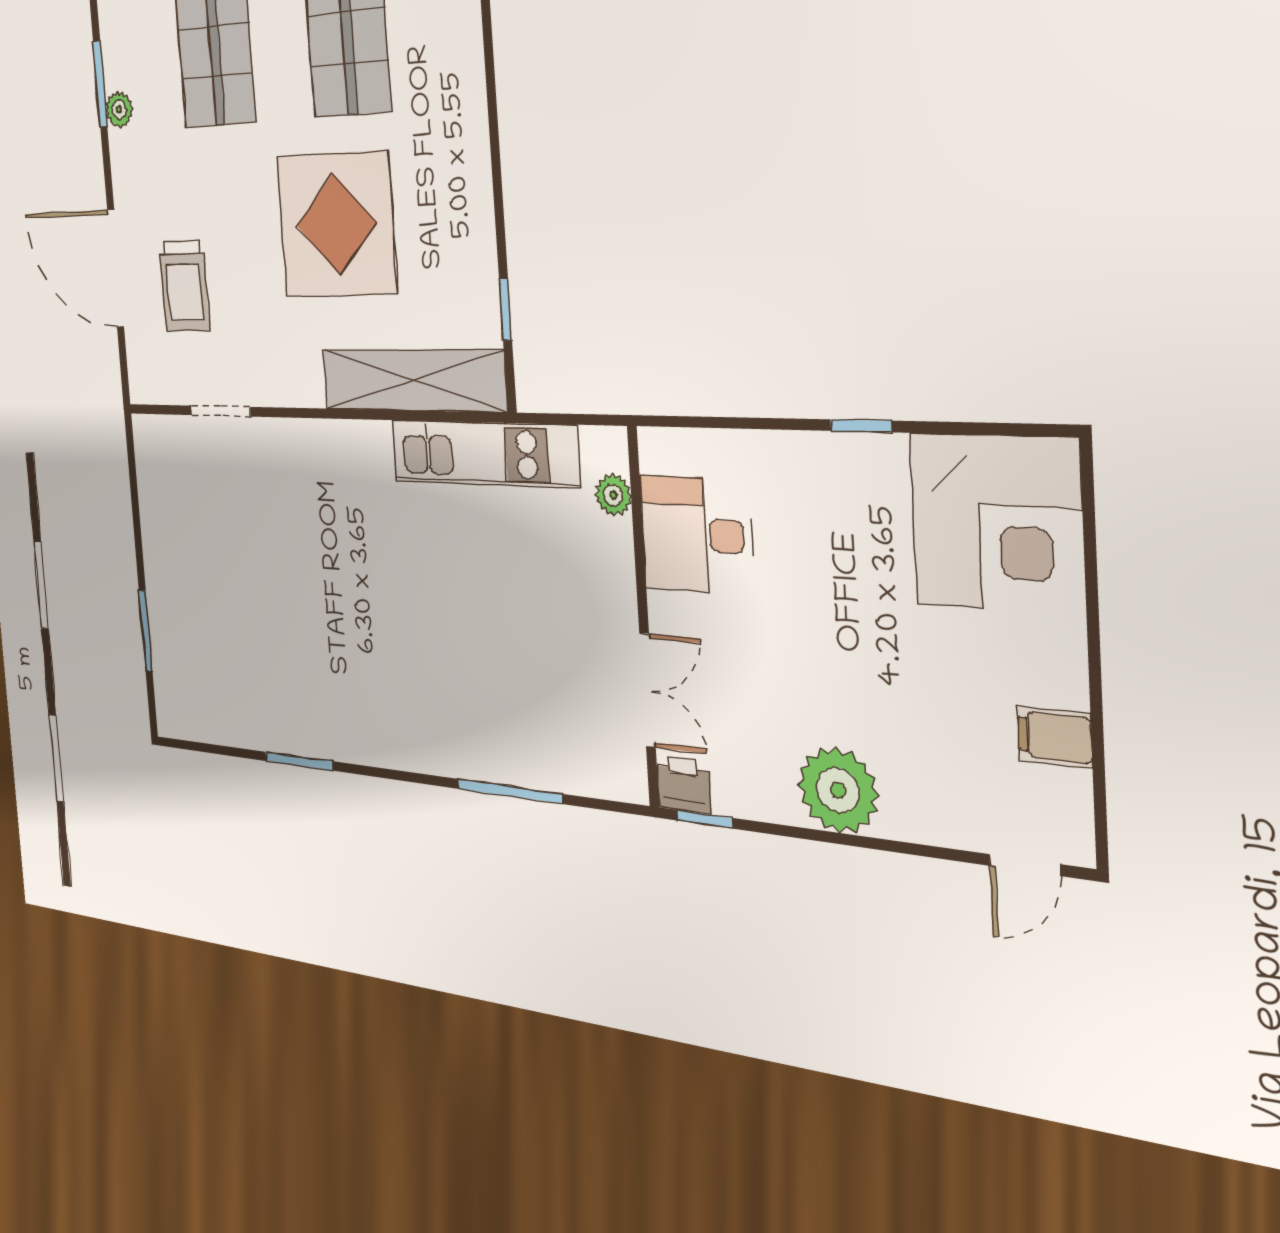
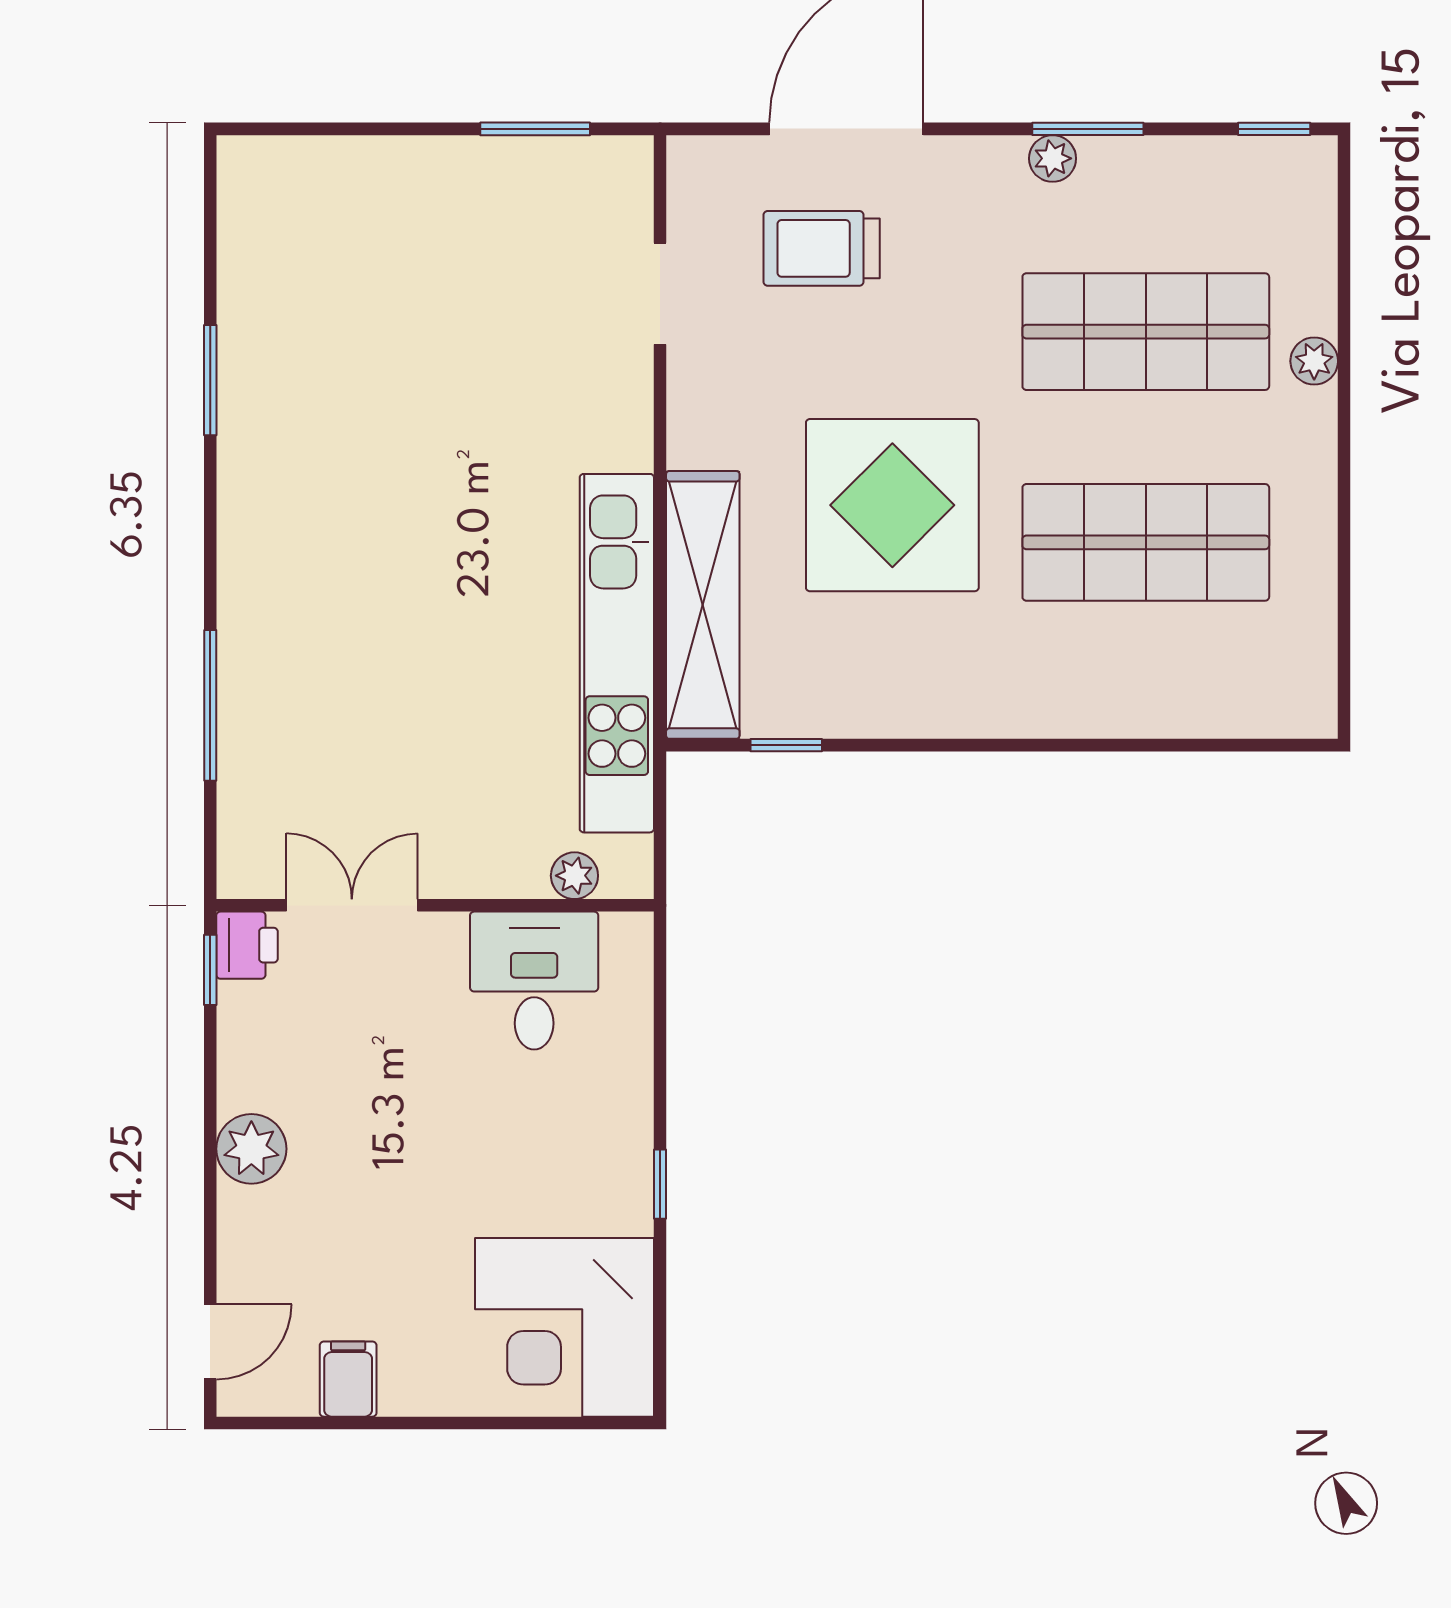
kitchen unit: (484, 454) -> (617, 653), width x1.36
window: (146, 631) -> (535, 129), moved
double door: (648, 690) -> (352, 905), swing flipped
plant: (838, 790) -> (251, 1149), width x0.73, depth x0.73
door: (1025, 865) -> (210, 1342), swing flipped

